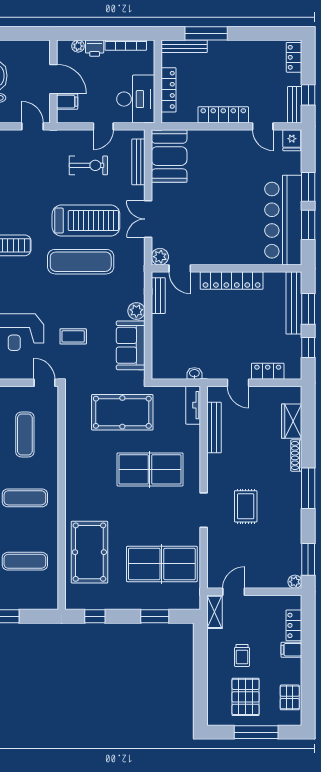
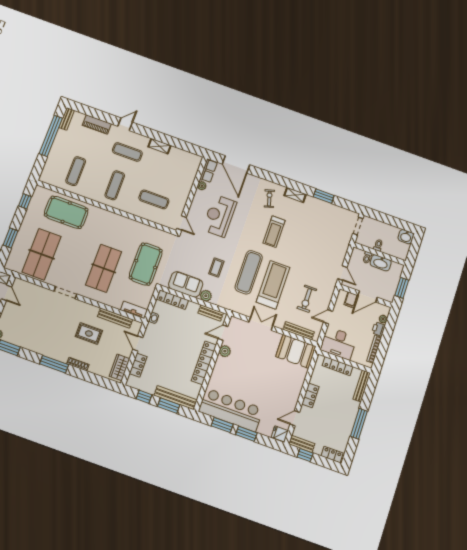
window: (23, 33) -> (402, 288), added
window: (206, 33) -> (359, 424), moved
locker: (223, 115) -> (310, 395), width x0.66
door: (33, 126) -> (342, 273), hinge flipped
door: (103, 126) -> (328, 317), hinge flipped
treadmill: (86, 221) -> (273, 285), turned 180
plant: (160, 257) -> (225, 351), moved
coffee table: (73, 336) -> (216, 268), moved
locker: (159, 356) -> (172, 300), added
door: (44, 383) -> (181, 223), hinge flipped
door: (238, 383) -> (138, 344), hinge flipped
wardrobe: (292, 421) -> (120, 367), moved, turned -90
rug: (246, 506) -> (89, 334), moved

